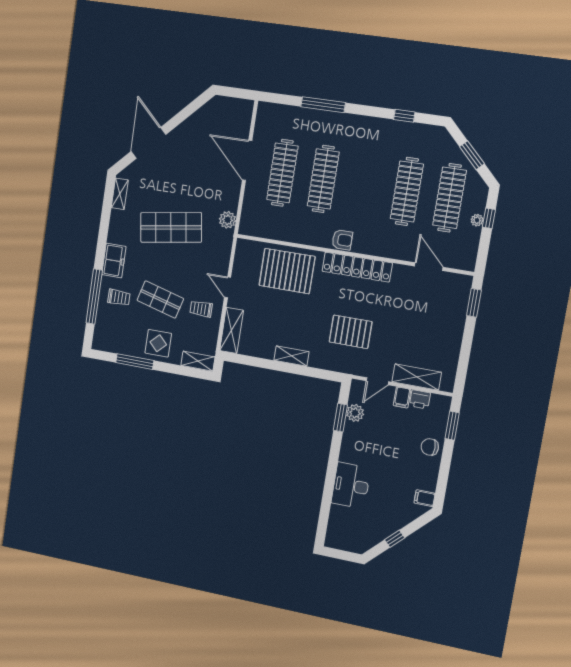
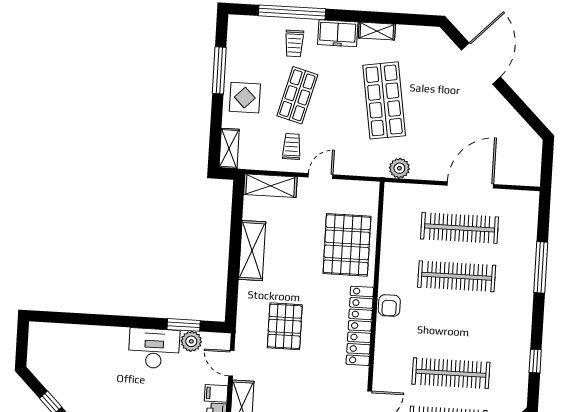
door: (148, 143) -> (481, 64), hinge flipped
shelving: (120, 194) -> (377, 31), moved
shelving: (292, 356) -> (252, 251), width x1.50, depth x1.33
desk: (351, 486) -> (154, 348), moved

